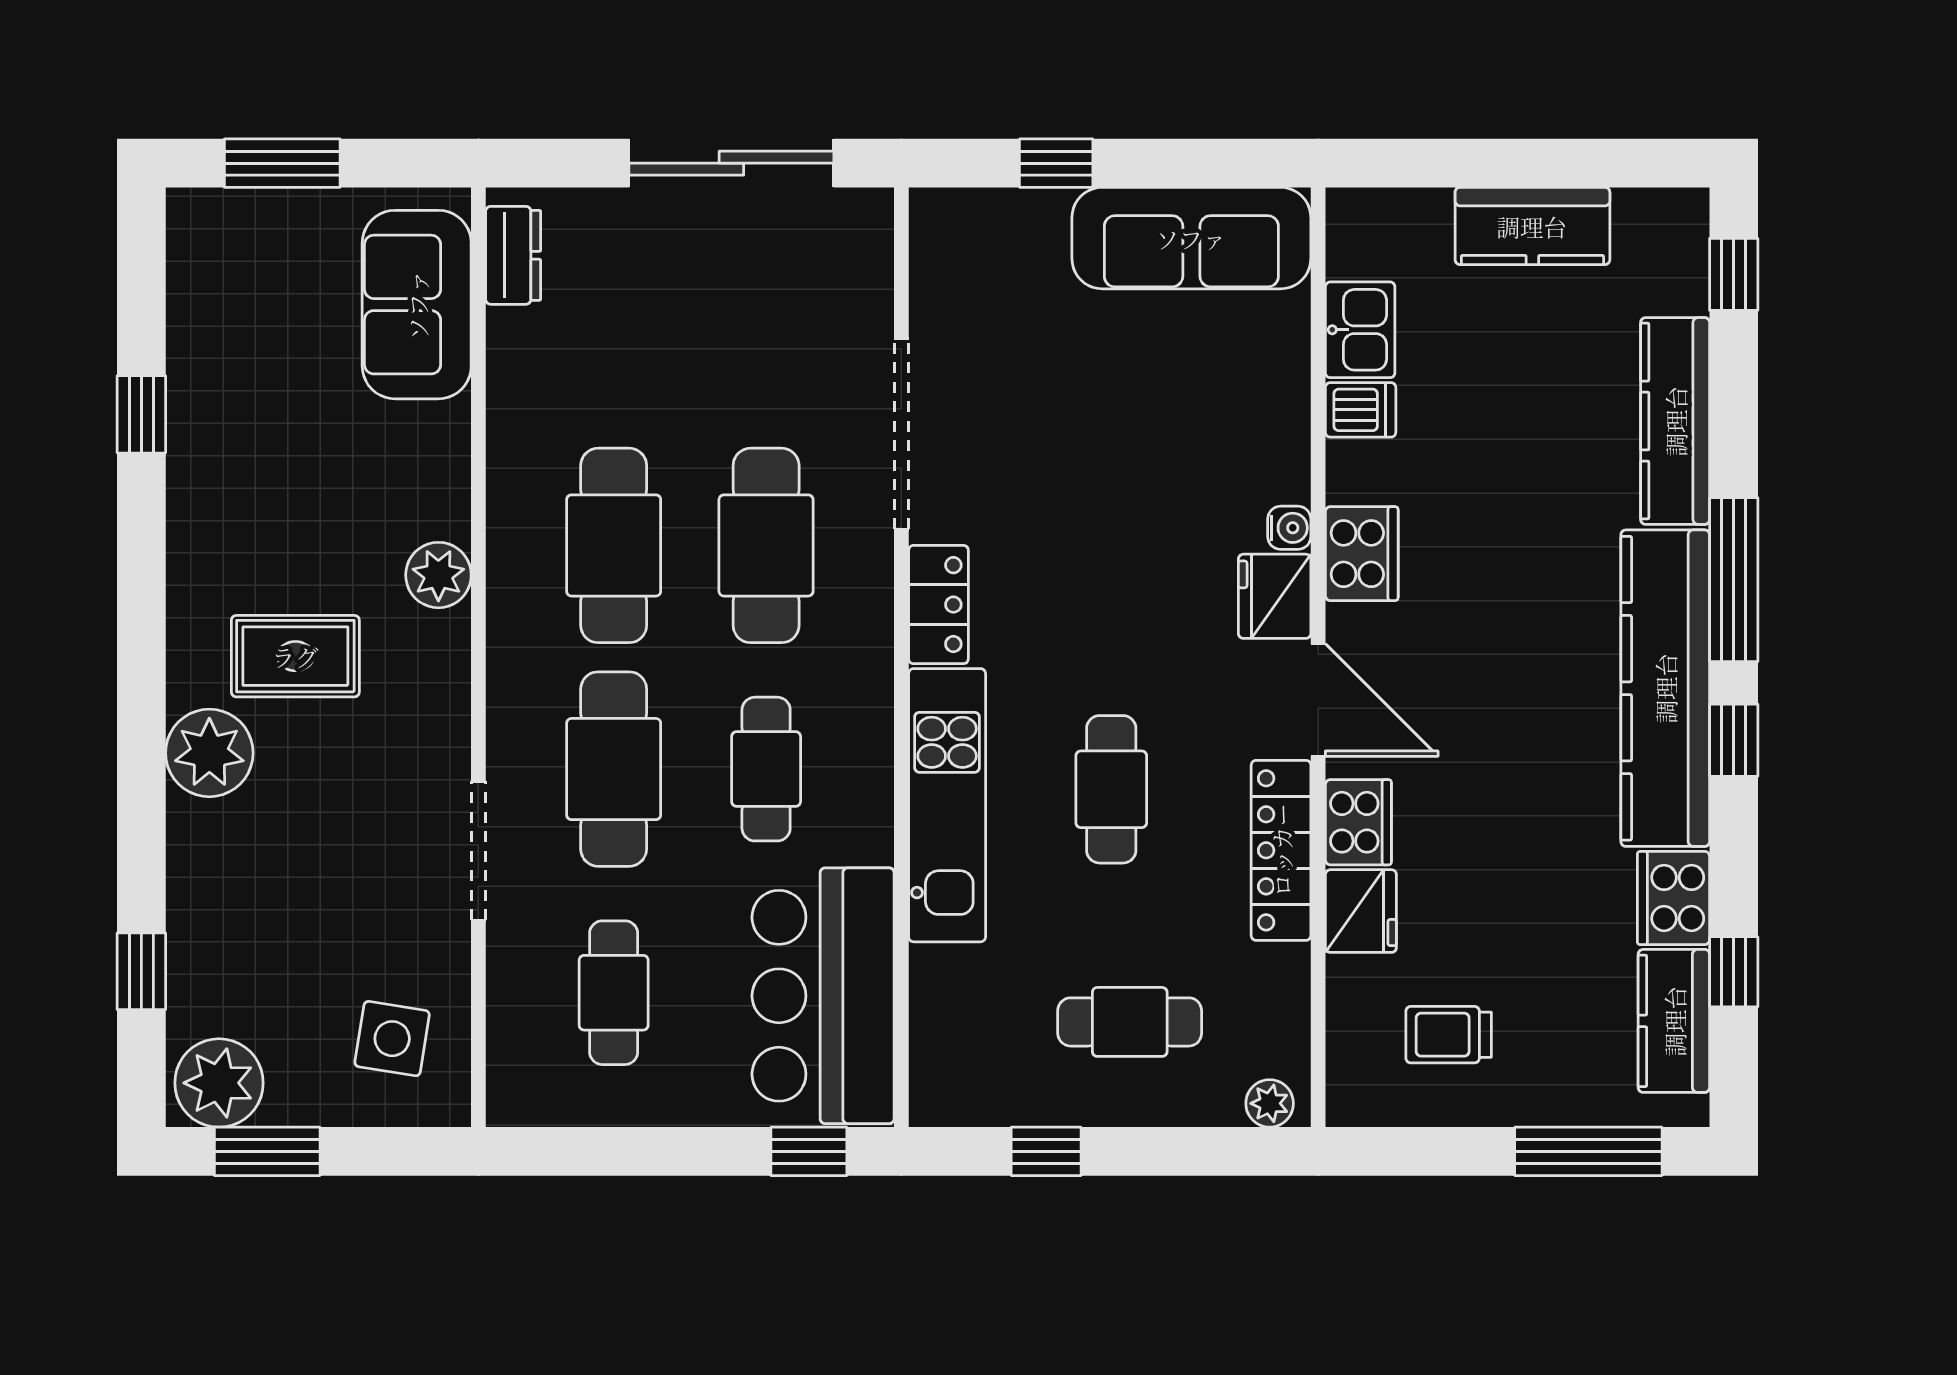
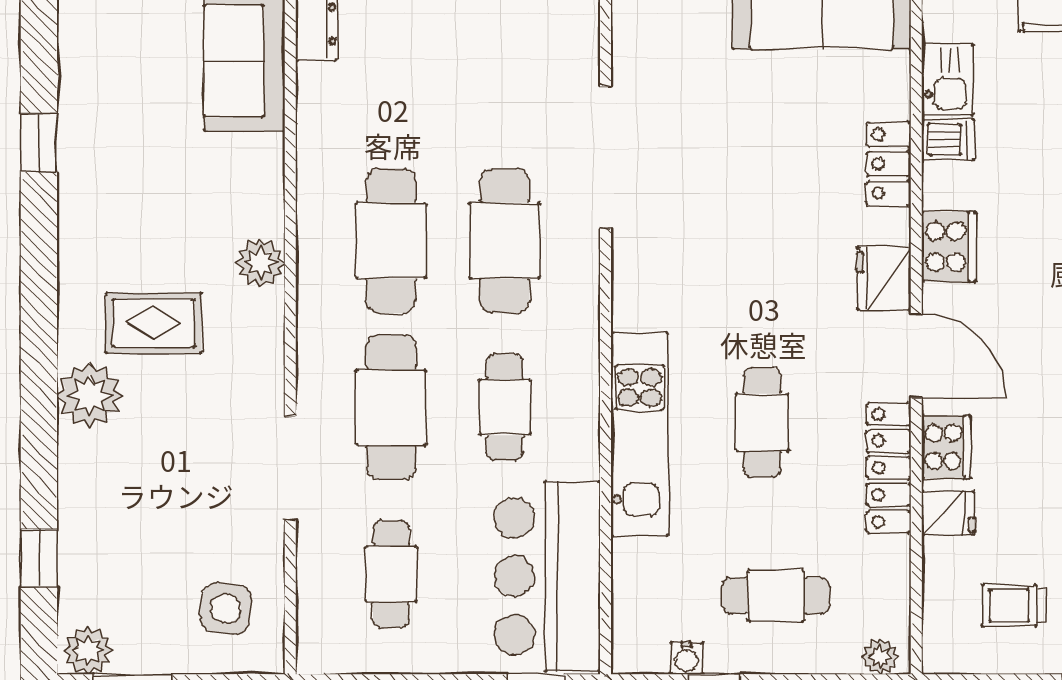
water cooler: (1289, 528) -> (687, 658), moved, turned 90
locker: (938, 605) -> (889, 164), moved, turned 180
fridge: (1361, 911) -> (948, 513), width x0.72
plant: (219, 1083) -> (88, 650), width x0.73, depth x0.73

